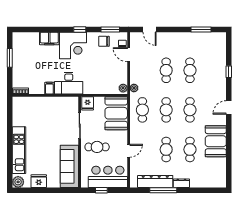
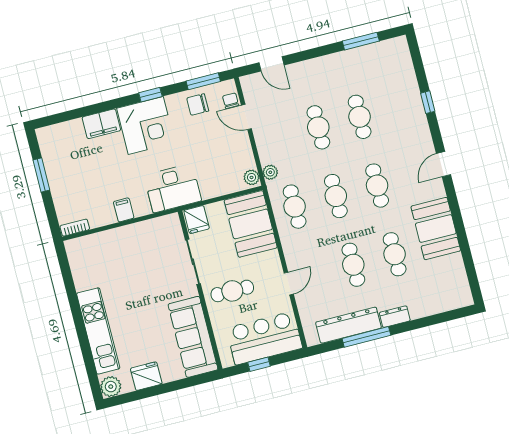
desk: (69, 83) -> (173, 188), moved

